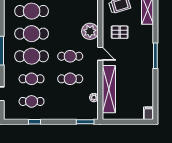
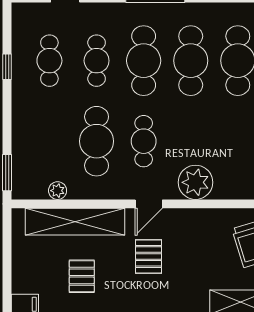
pallet: (120, 32) -> (149, 256), moved
cafe table: (70, 79) -> (97, 141), width x1.37, depth x1.35
pallet: (135, 86) -> (82, 276), added

